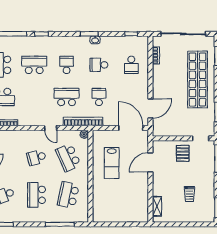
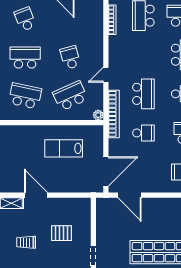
pallet: (183, 153) -> (61, 233), moved
door: (150, 162) -> (36, 195), moved

